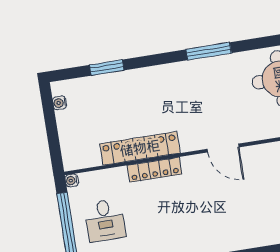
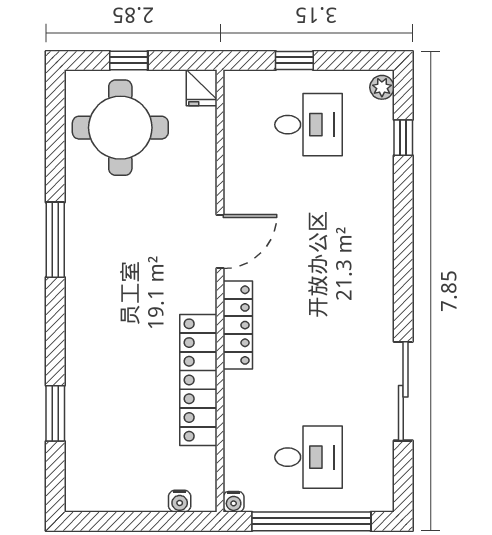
water cooler: (60, 103) -> (180, 501), moved
locker: (154, 170) -> (238, 325), moved

